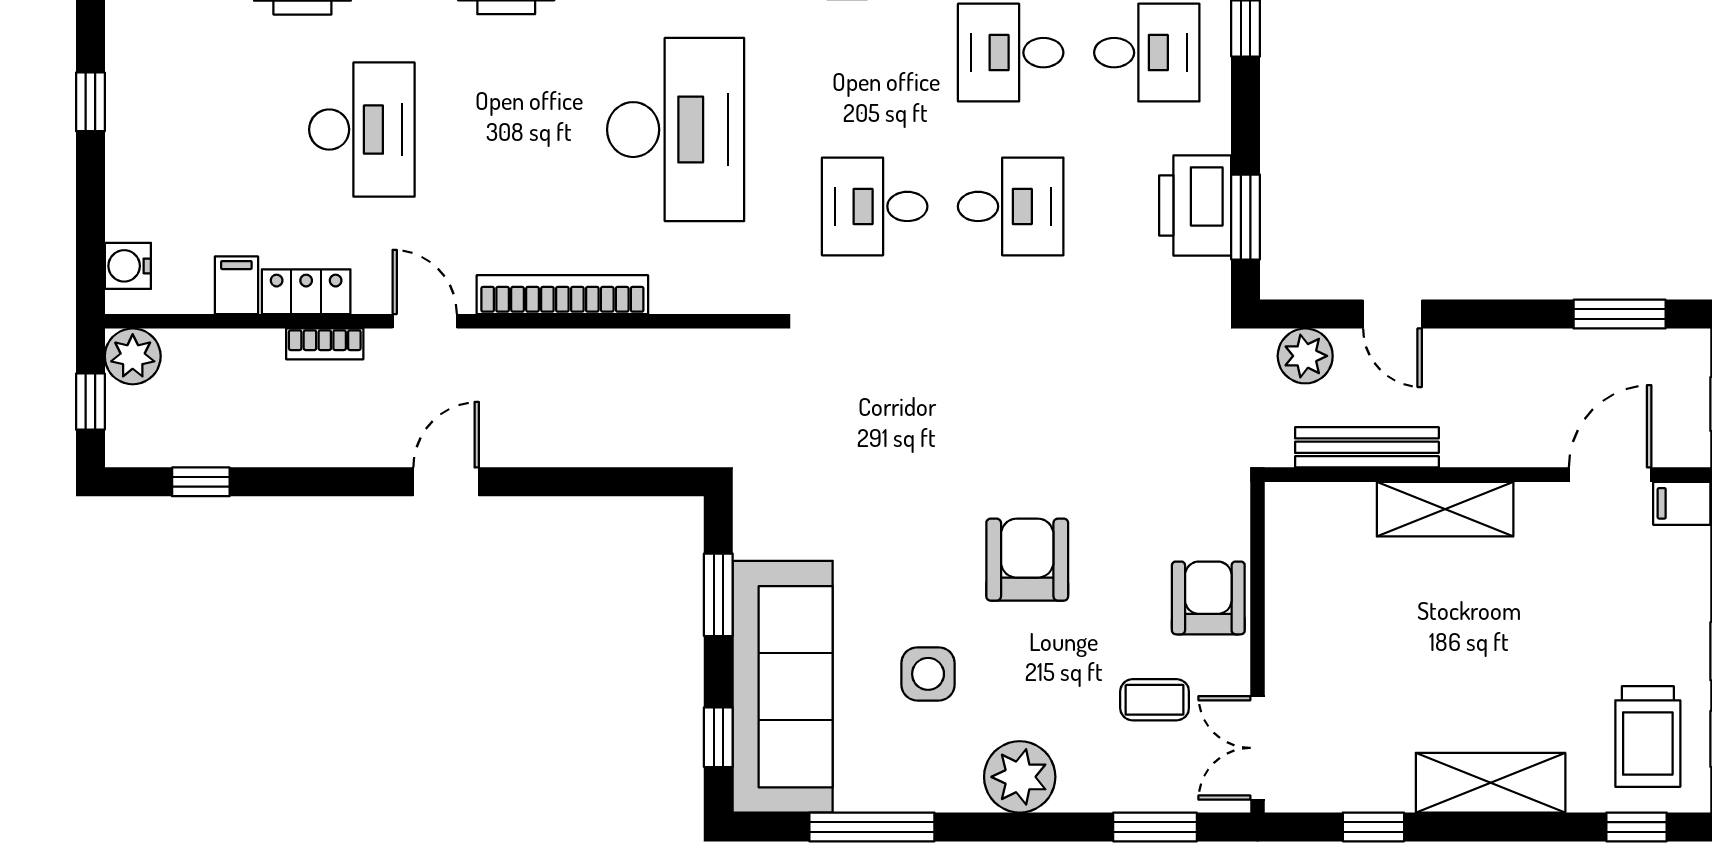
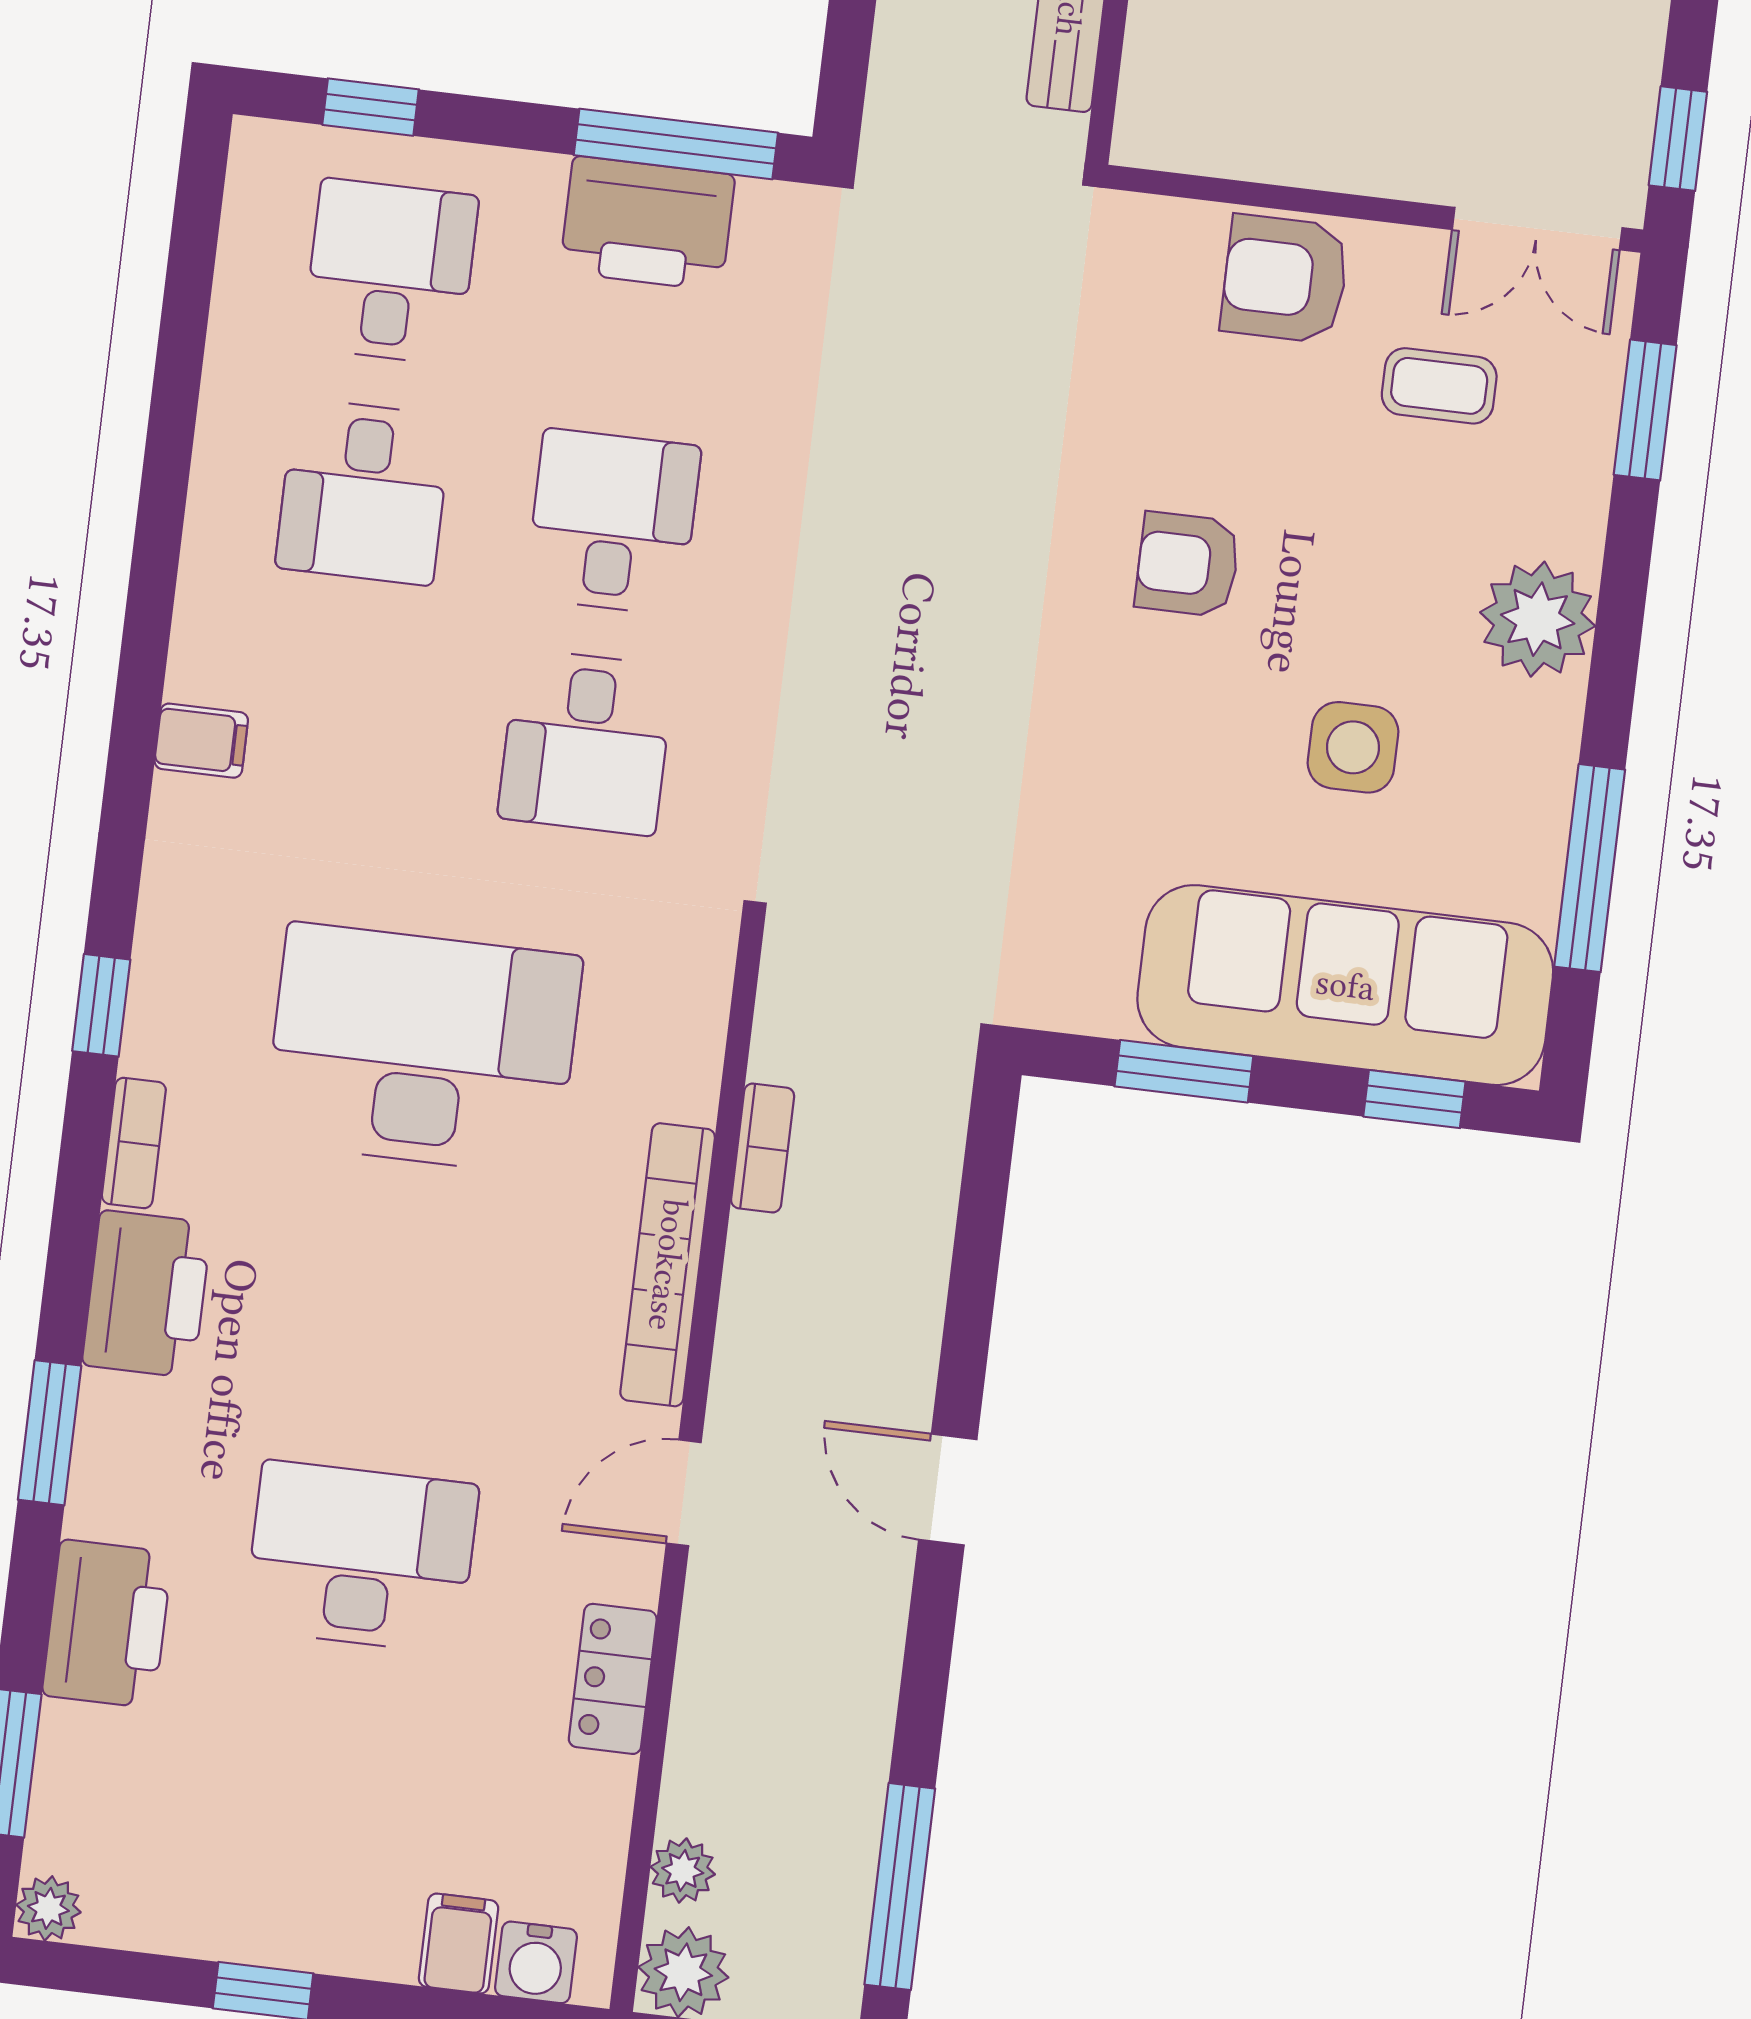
window: (1246, 217) -> (676, 144), width x1.44
filing cabinet: (236, 285) -> (459, 1944), moved, turned 90
bookcase: (325, 344) -> (763, 1148), moved
plant: (1305, 356) -> (683, 1871), moved, width x0.73, depth x0.73
window: (201, 482) -> (900, 1887), width x2.17
armchair: (1027, 560) -> (1188, 564), width x0.72, depth x0.72
coffee table: (1155, 700) -> (1439, 386), turned 90
window: (1373, 827) -> (1678, 139), moved

